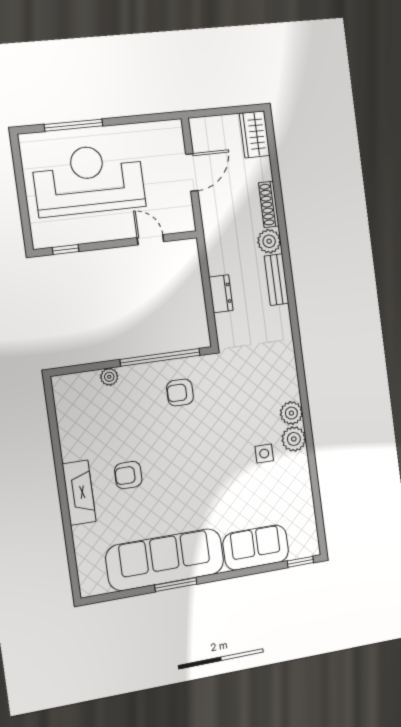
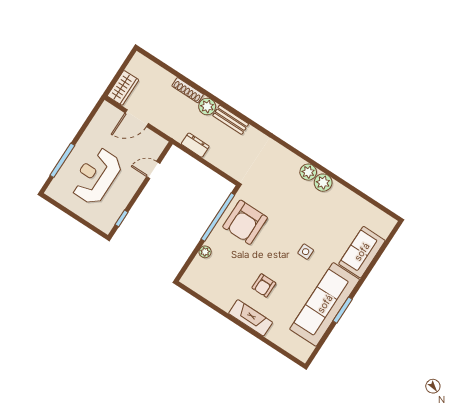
wardrobe: (255, 134) -> (123, 88), moved, turned -90
door: (192, 173) -> (137, 118), swing flipped
reception desk: (89, 180) -> (96, 176), width x0.74, depth x0.77
dresser: (221, 294) -> (195, 145), moved
armchair: (180, 393) -> (245, 222), width x1.88, depth x1.88
side table: (264, 454) -> (306, 252), moved
window: (300, 562) -> (391, 235), removed

